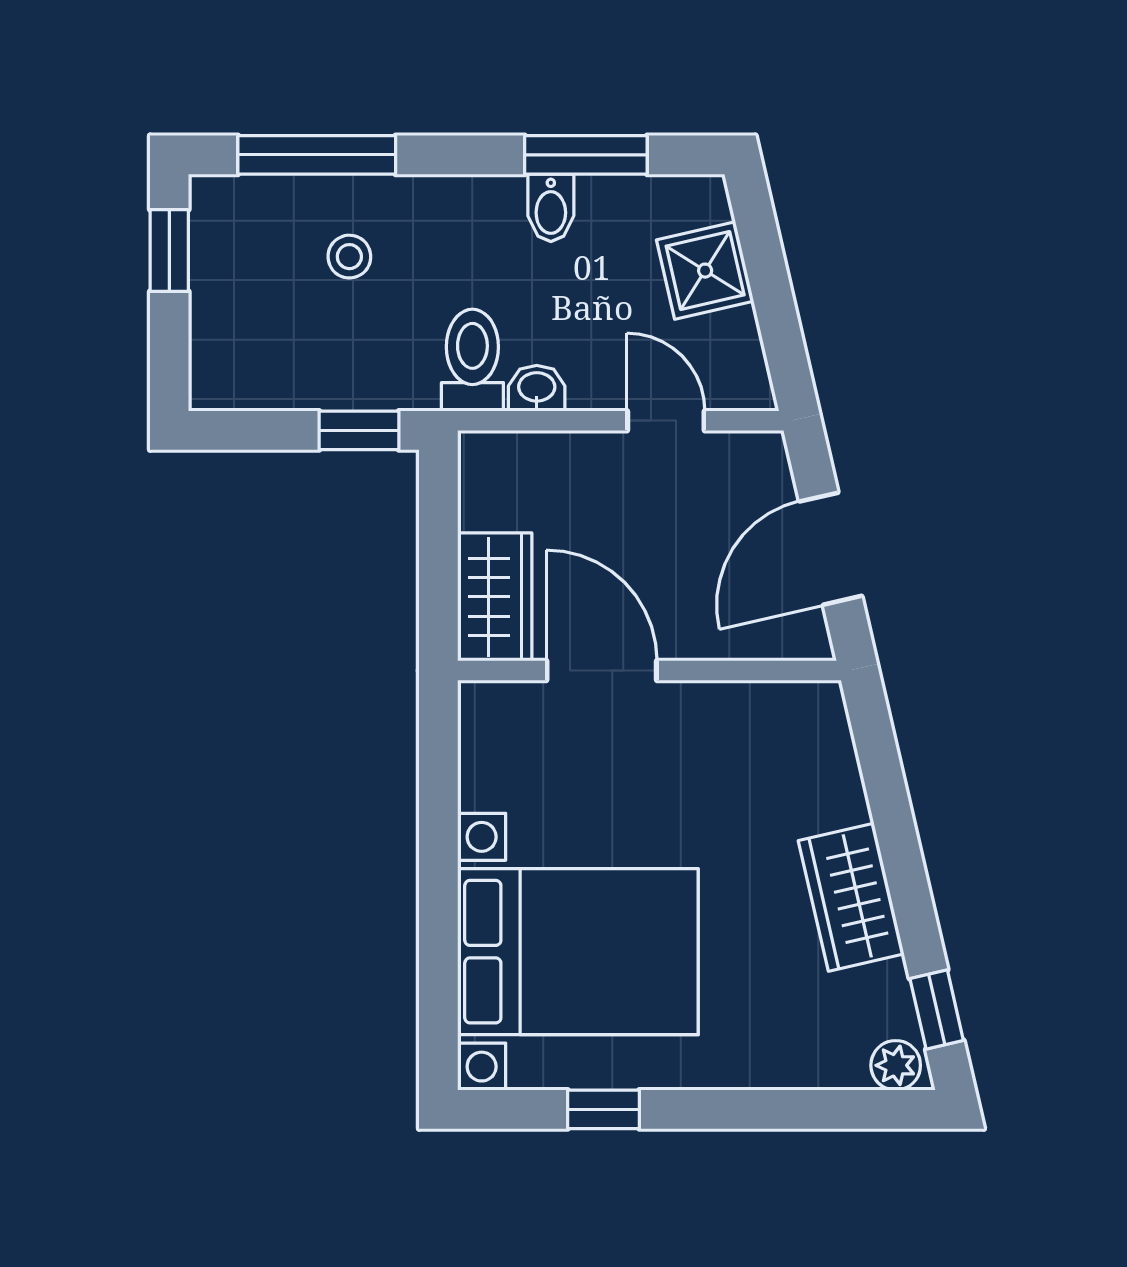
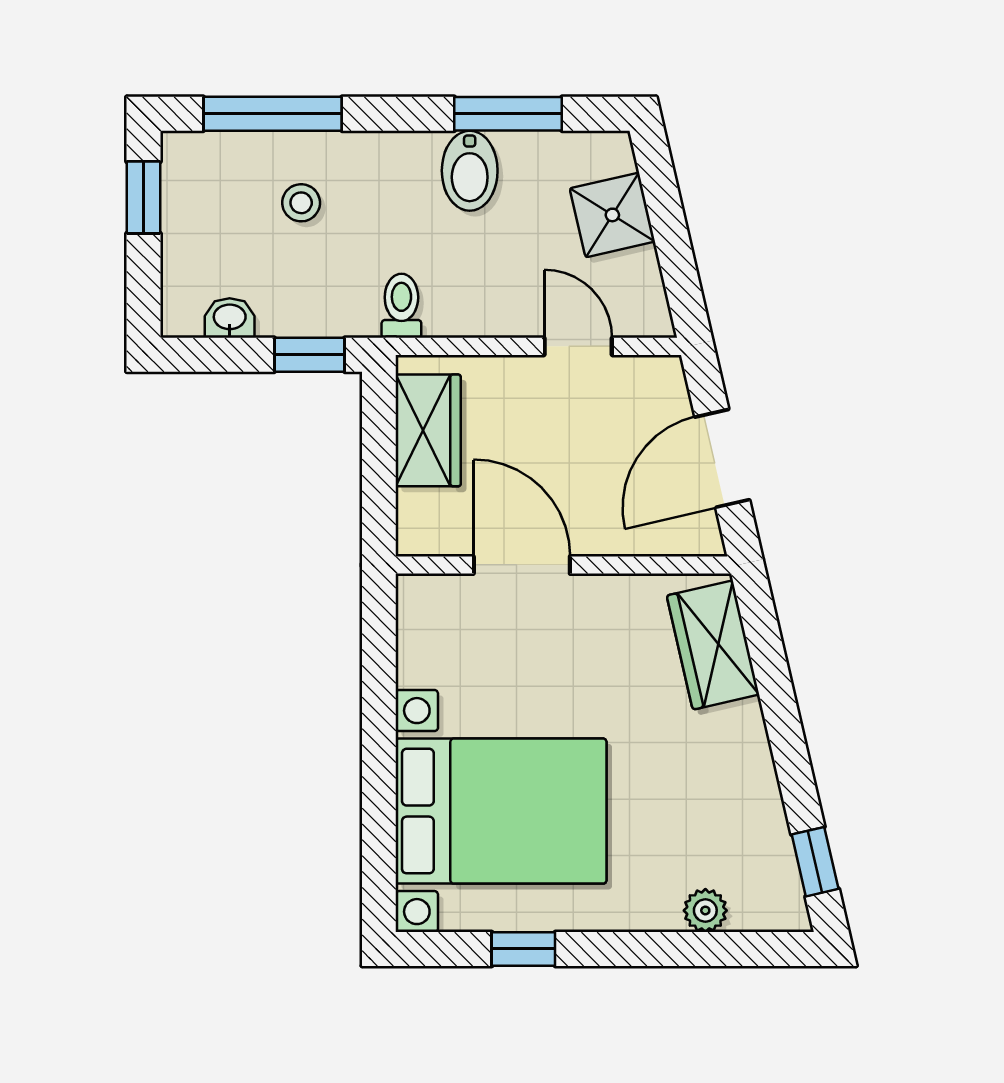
bidet: (551, 208) -> (470, 171), width x1.38, depth x1.36
toilet: (472, 360) -> (401, 306), width x0.73, depth x0.72
washbasin: (537, 388) -> (230, 318), moved
wardrobe: (495, 597) -> (428, 430), moved
wardrobe: (851, 897) -> (713, 645), moved
plant: (896, 1065) -> (705, 910), moved

